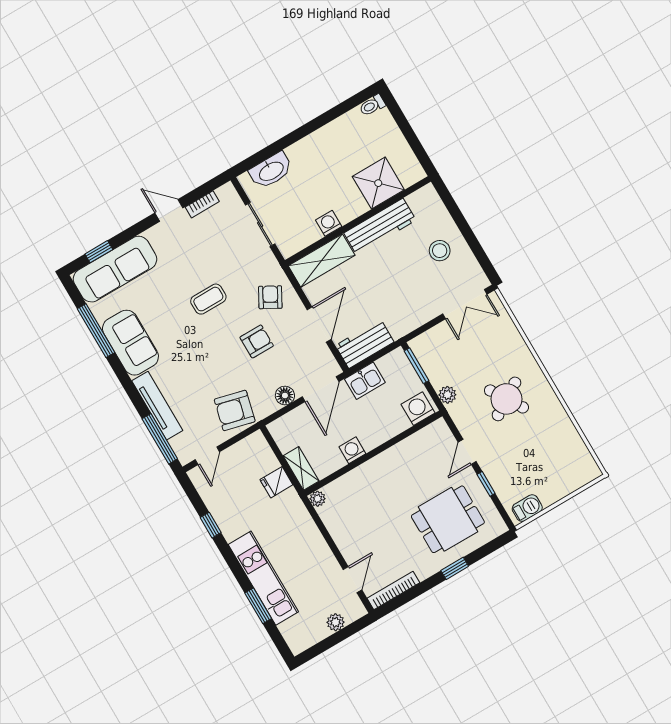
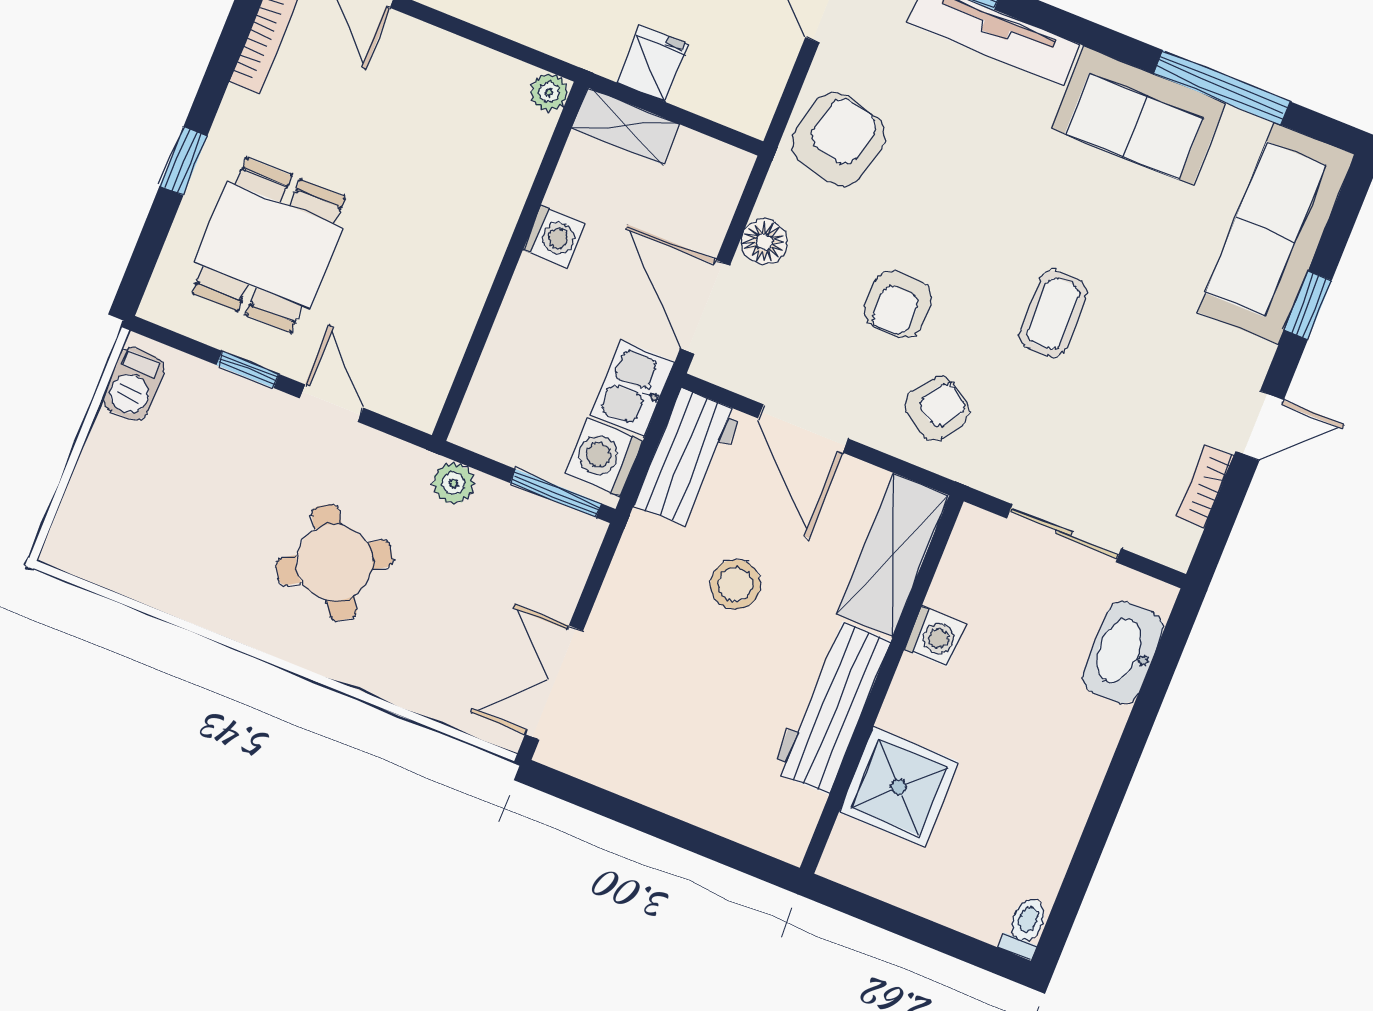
stool: (440, 251) -> (736, 585), moved
window: (99, 252) -> (1308, 305), moved
armchair: (270, 297) -> (937, 409), turned -84
washing machine: (418, 409) -> (604, 457), moved, turned 180

